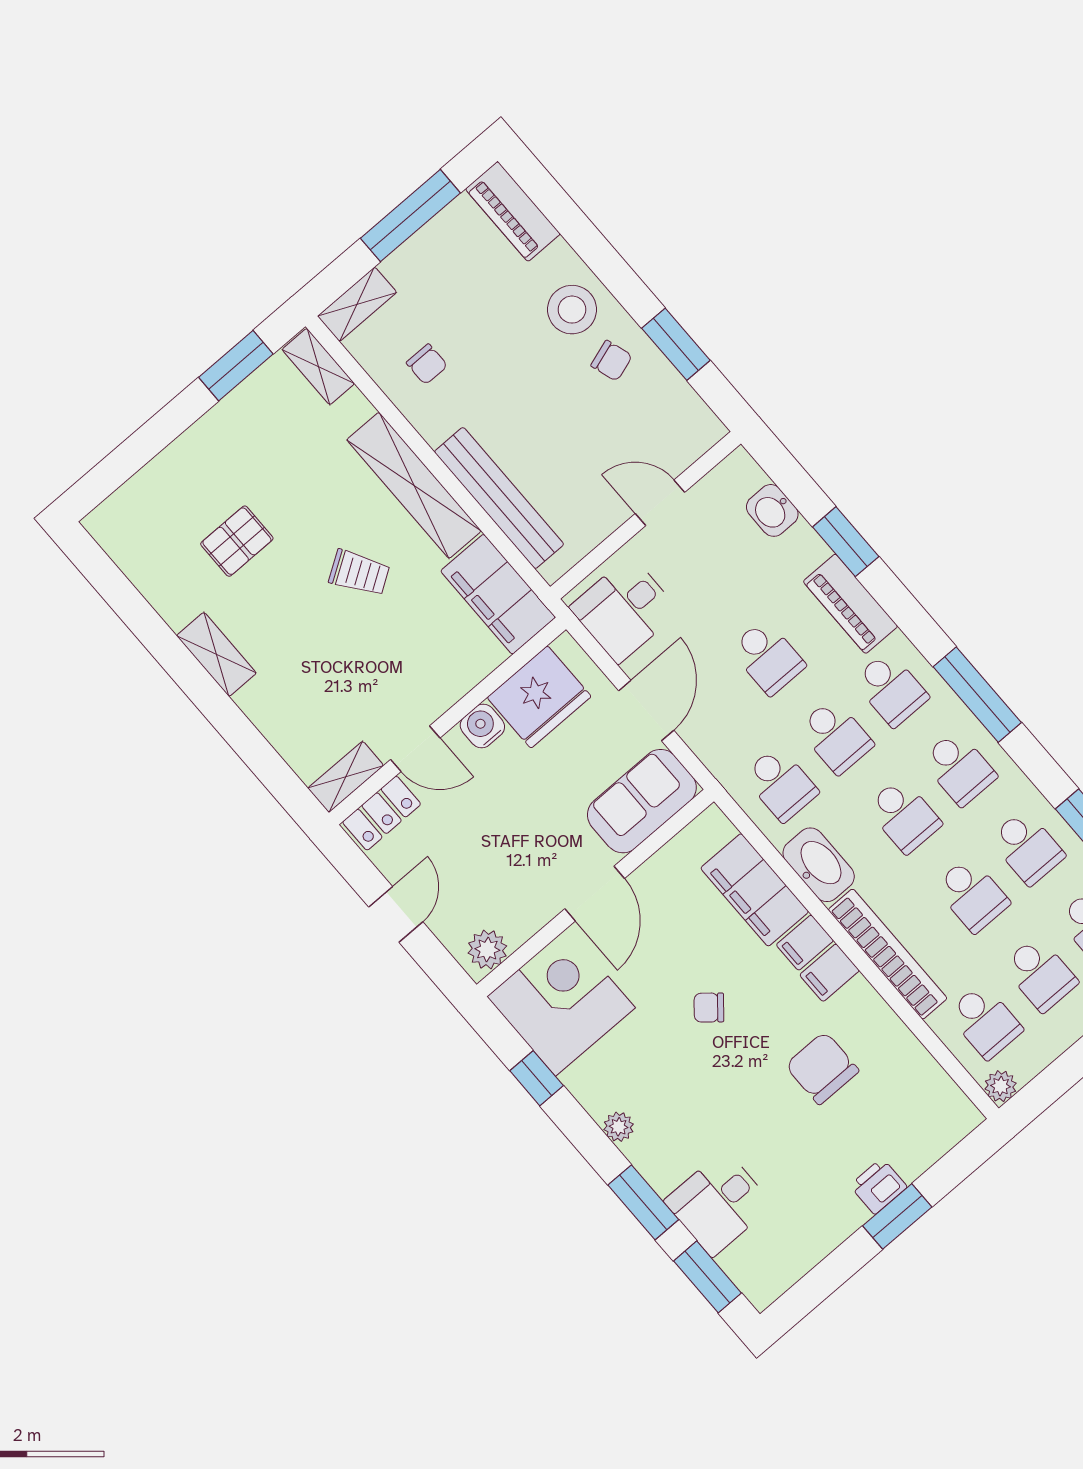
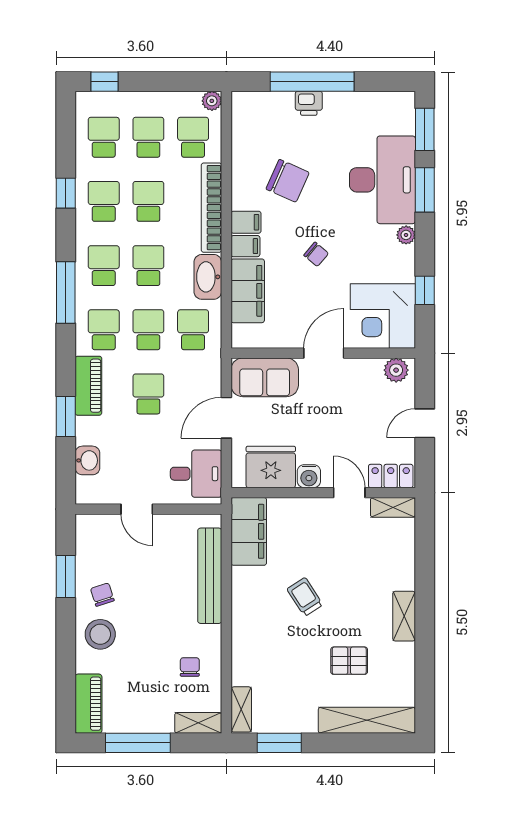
shelving: (414, 485) -> (367, 720), moved, turned 90
chair: (822, 1068) -> (288, 181), turned -66
desk: (719, 1203) -> (382, 180), width x1.87, depth x1.30
window: (897, 1216) -> (312, 82), width x2.11

